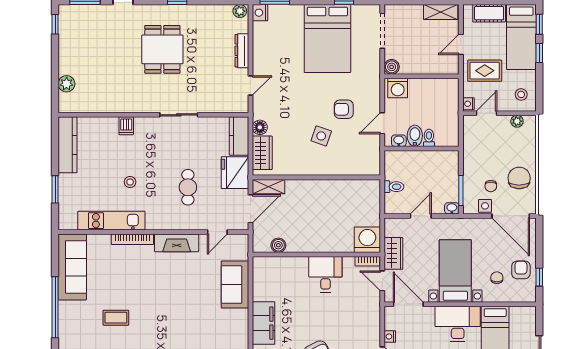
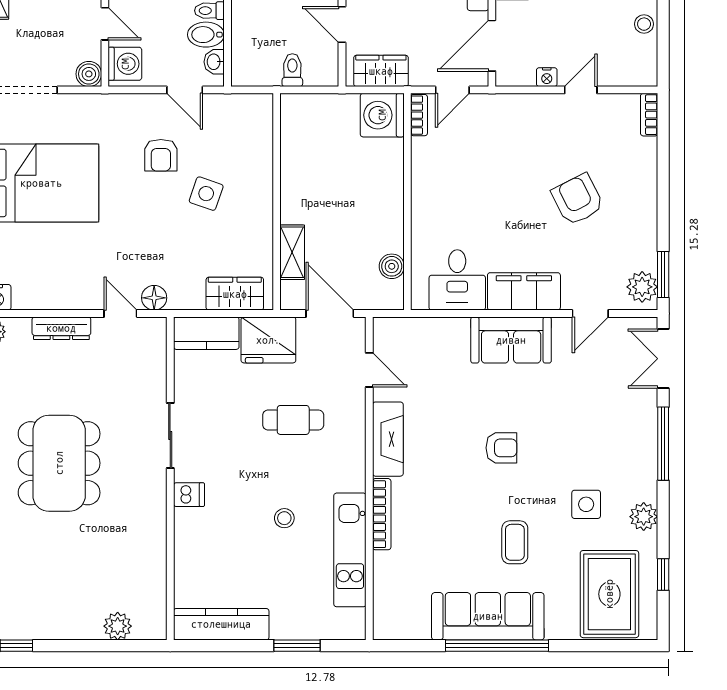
dining table: (162, 49) -> (59, 463), width x1.38
door: (421, 76) -> (105, 24), added
dishwasher: (126, 126) -> (189, 495), moved
floor lamp: (260, 127) -> (154, 298), moved
shelving: (269, 187) -> (292, 252), moved
wardrobe: (393, 253) -> (381, 71), moved
sofa: (72, 267) -> (488, 616), moved
desk: (325, 274) -> (457, 280), moved, turned -90
sofa: (235, 285) -> (511, 340), moved
armchair: (171, 310) -> (501, 448), added

